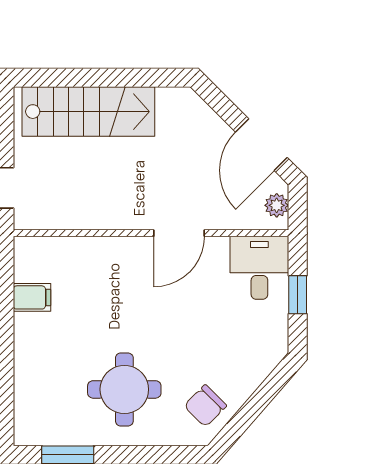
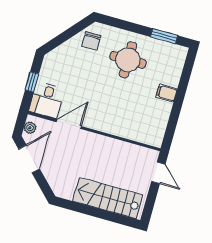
door: (179, 233) -> (69, 124), moved
filing cabinet: (32, 297) -> (166, 93), moved
chair: (205, 406) -> (91, 41), turned 135

